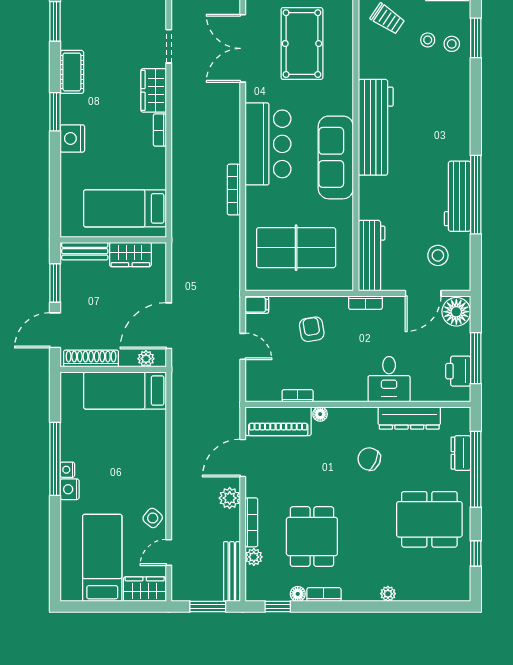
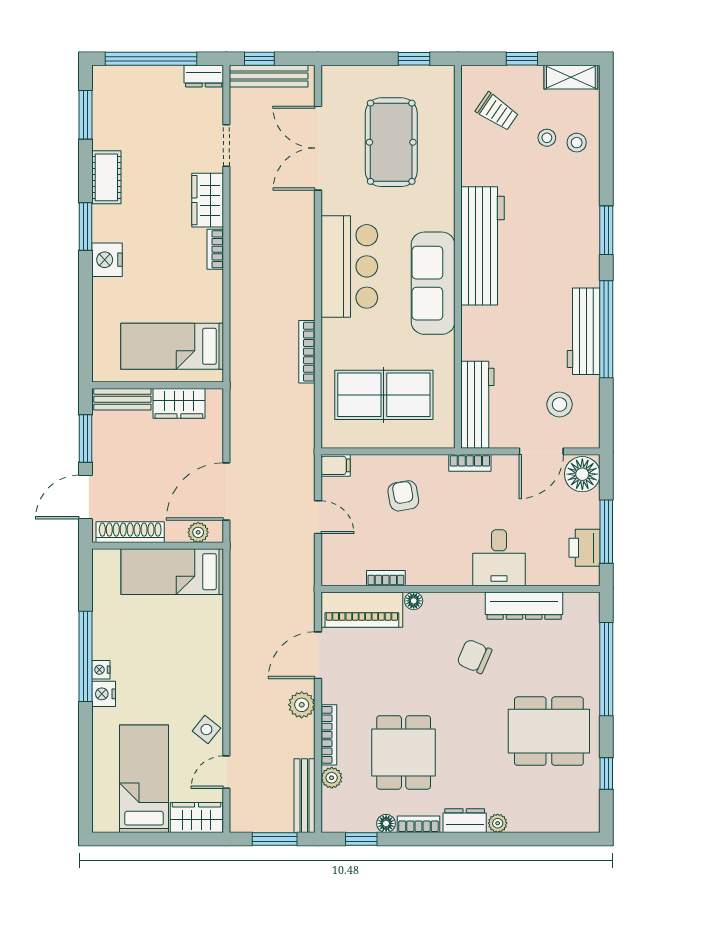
window: (476, 38) -> (606, 230), moved
bookcase: (234, 190) -> (307, 352), moved
dresser: (461, 453) -> (465, 821), moved, turned 90

